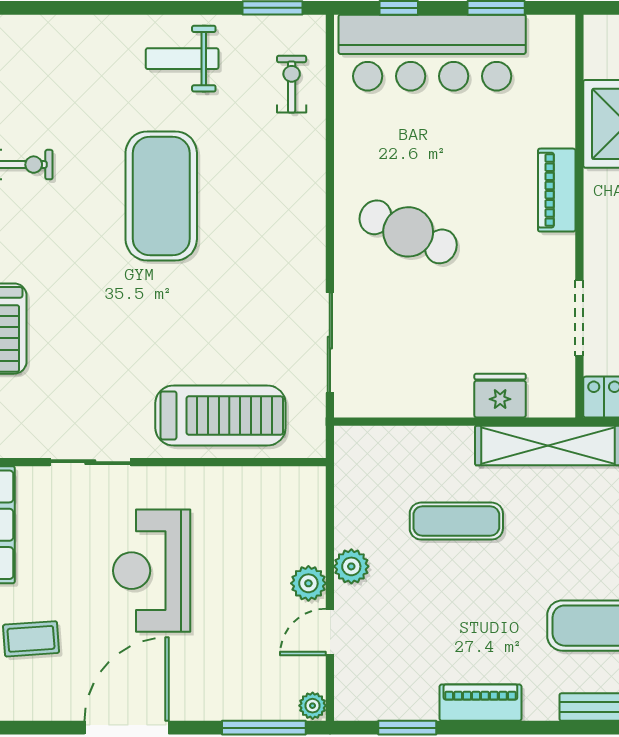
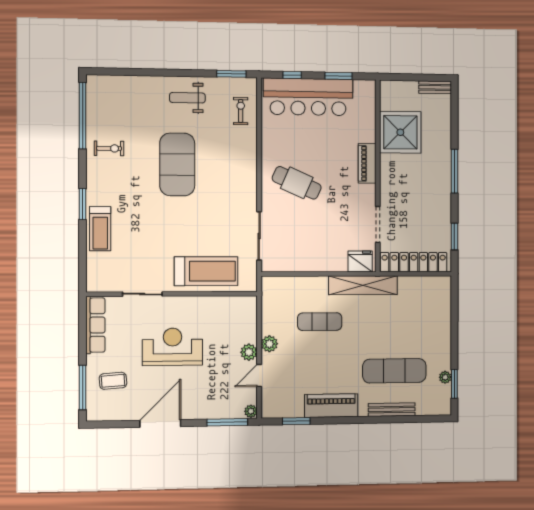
fridge: (500, 396) -> (360, 261), moved
reception desk: (152, 571) -> (173, 347), turned 90
piano: (480, 703) -> (331, 406), width x1.37, depth x1.33

